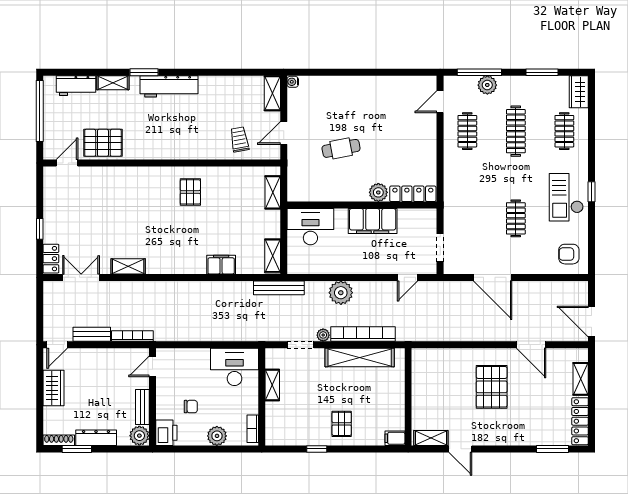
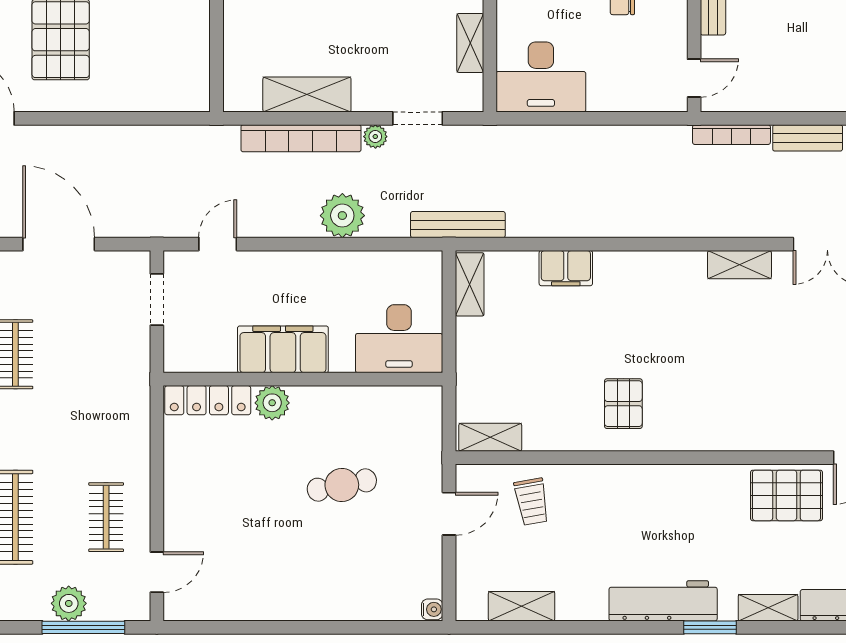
shelving: (272, 93) -> (522, 606), moved, turned 90
shelving: (273, 192) -> (490, 437), moved, turned 90
shelving: (360, 357) -> (307, 95), width x0.68

